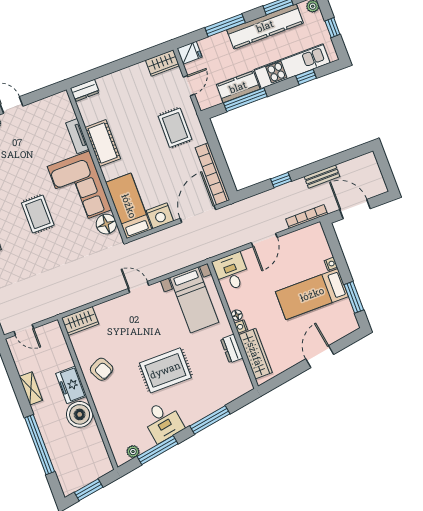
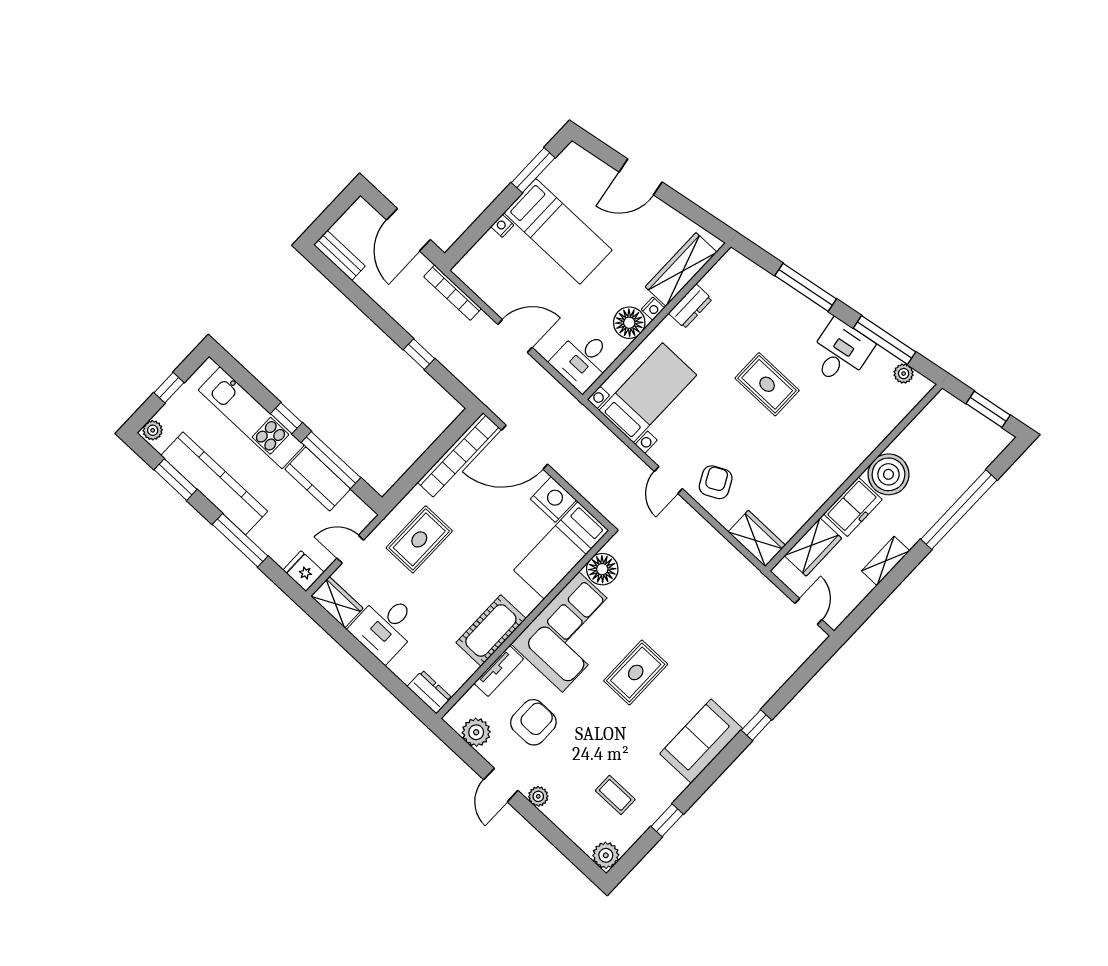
window: (306, 77) -> (286, 418), moved
desk: (135, 84) -> (385, 627), added
plant: (49, 106) -> (476, 732), added
armchair: (38, 141) -> (533, 722), added
bench: (322, 177) -> (339, 255), moved
floor lamp: (237, 315) -> (629, 323), width x1.89, depth x1.89
wardrobe: (59, 351) -> (813, 547), added
armchair: (102, 369) -> (716, 482), moved
rug: (165, 370) -> (767, 384), width x0.73, depth x0.70

